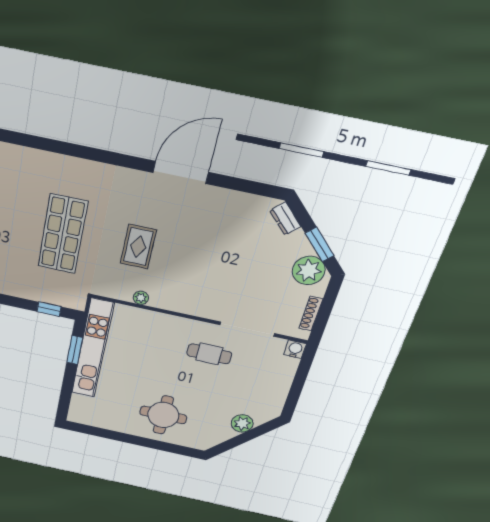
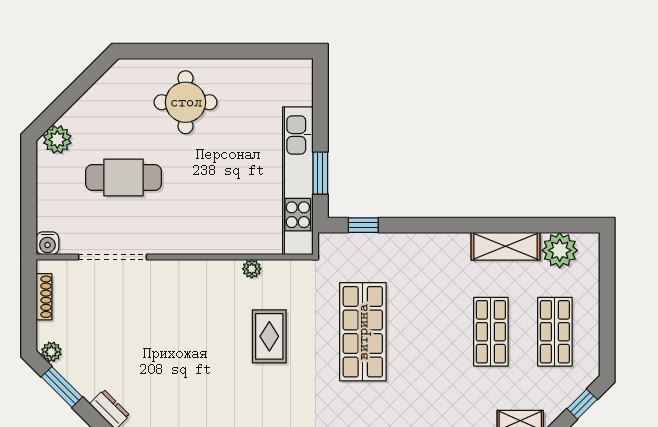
plant: (309, 270) -> (51, 352), width x0.53, depth x0.53
cafe table: (209, 354) -> (124, 177), moved, width x1.37, depth x1.35
plant: (242, 423) -> (57, 140), moved

